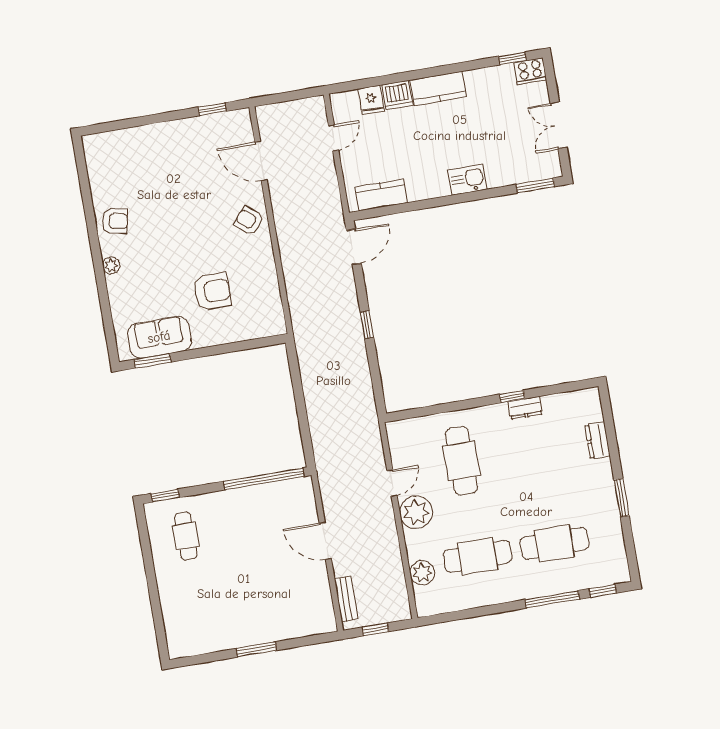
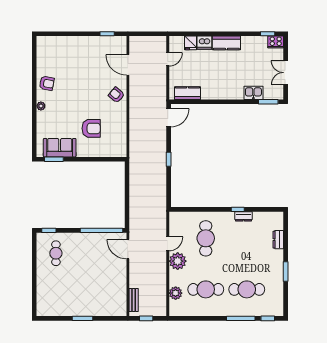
kitchen sink: (467, 180) -> (253, 93), moved
door: (325, 541) -> (128, 249), moved

